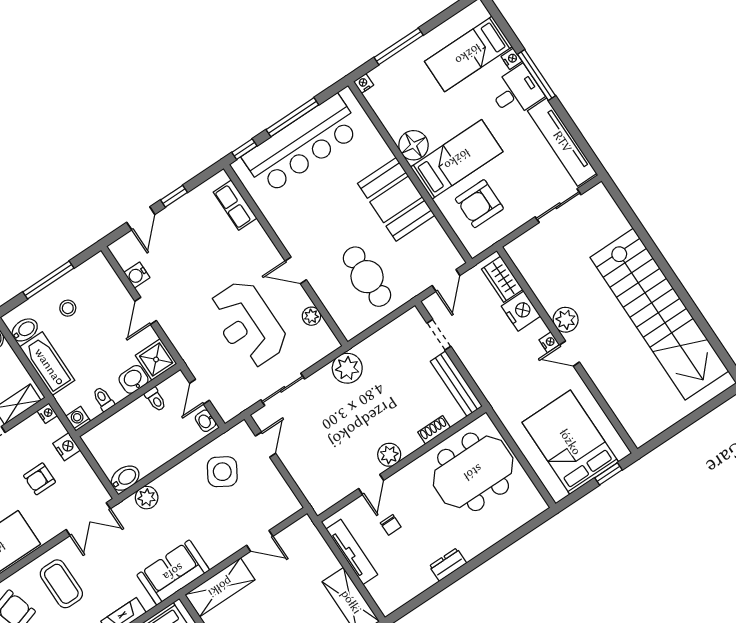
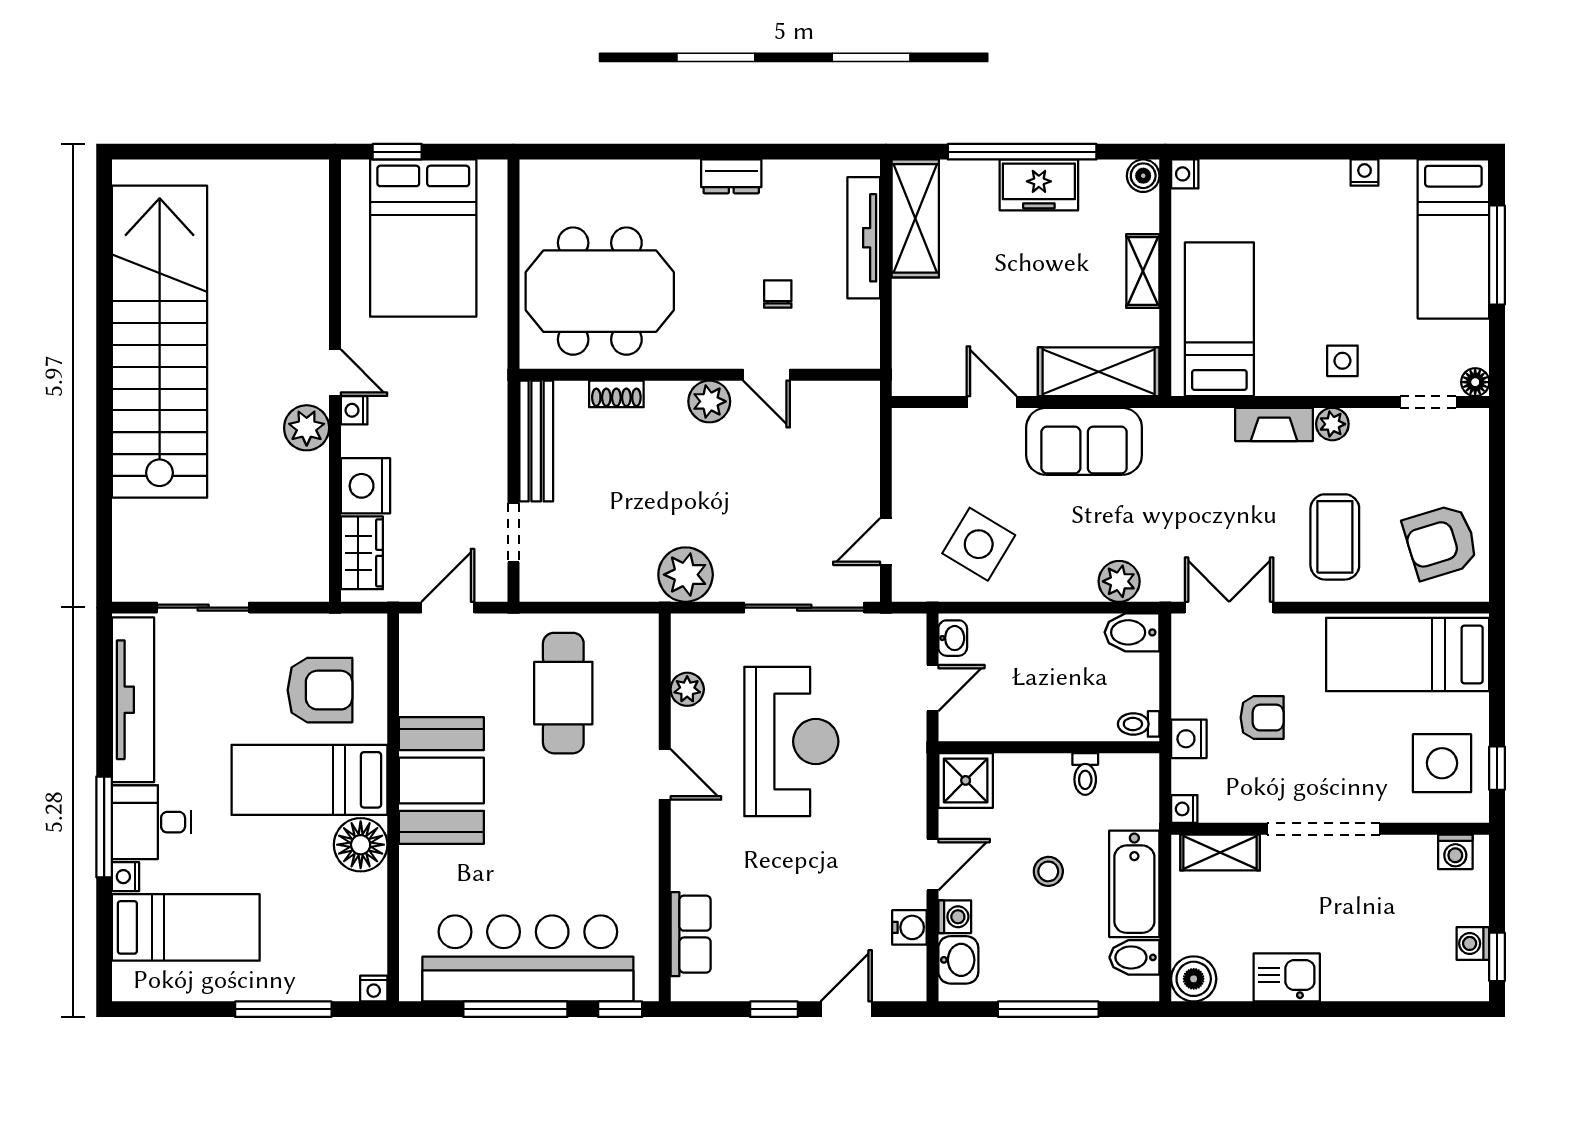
stool: (68, 308) -> (1048, 871), moved
washbasin: (134, 379) -> (958, 960), moved, turned -90
sliding door: (283, 389) -> (804, 608), width x1.37
toilet: (155, 399) -> (1139, 724), moved, turned -90
washing machine: (78, 419) -> (955, 917), moved, turned -90
door: (371, 484) -> (767, 375), swing flipped
tv unit: (352, 552) -> (864, 238), moved
sofa: (173, 572) -> (1084, 441), moved

